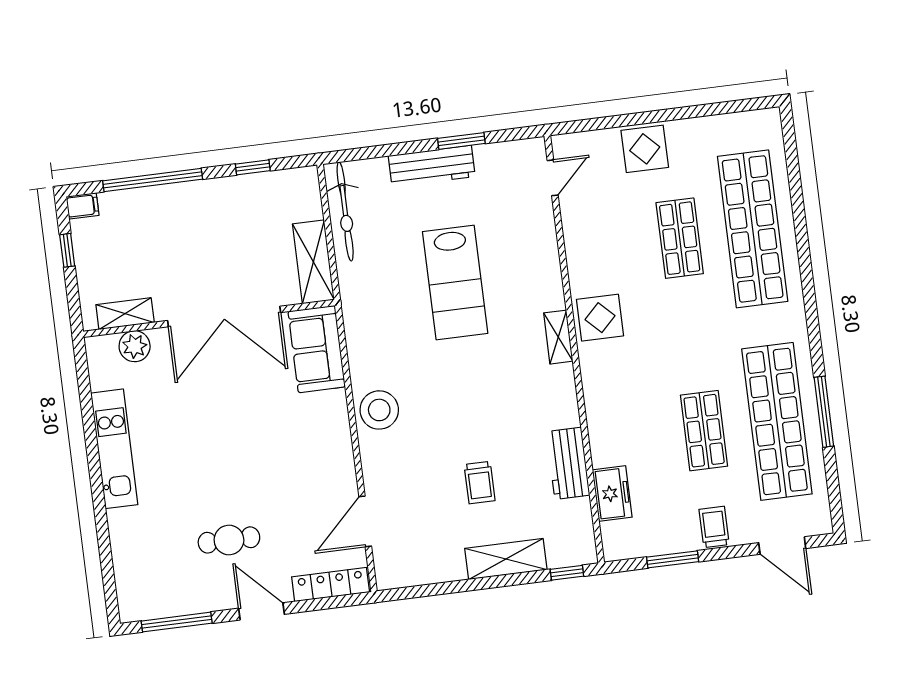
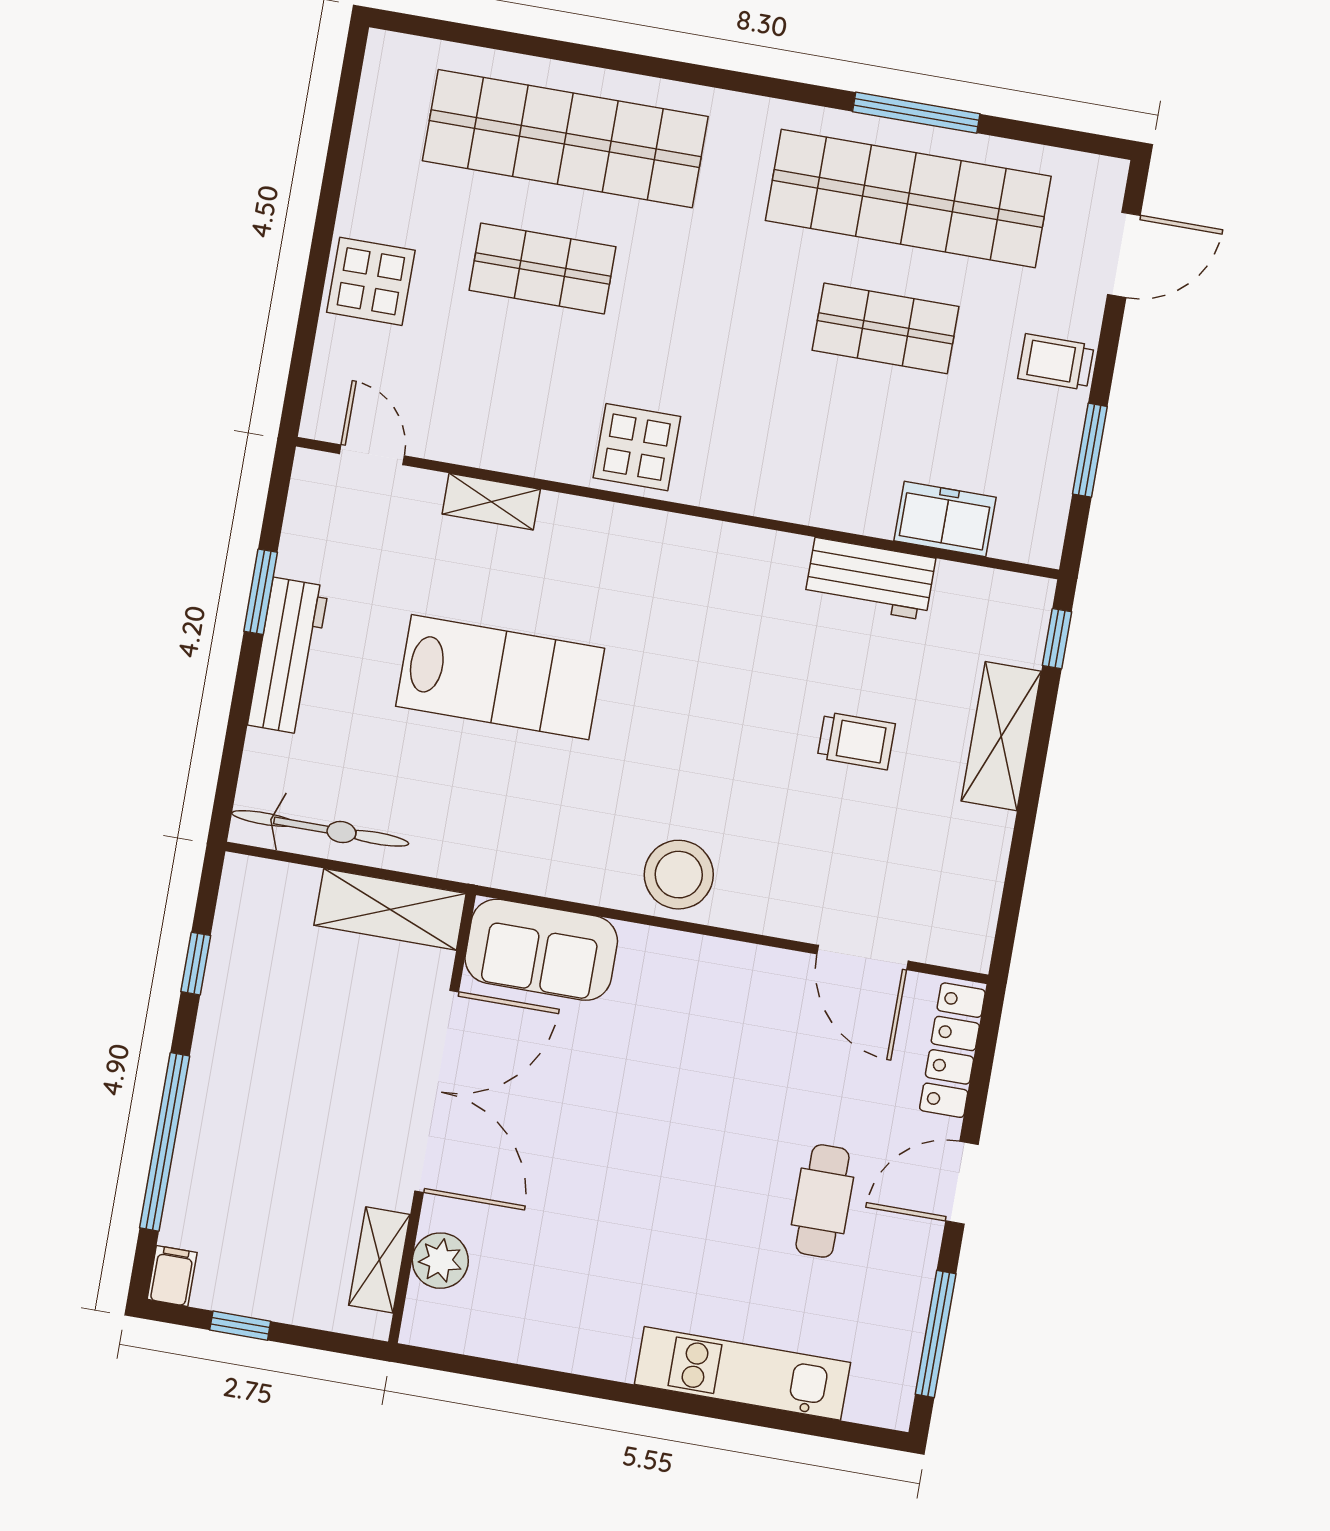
shelving: (558, 337) -> (491, 502), moved
kitchen unit: (114, 449) -> (742, 1373), moved

